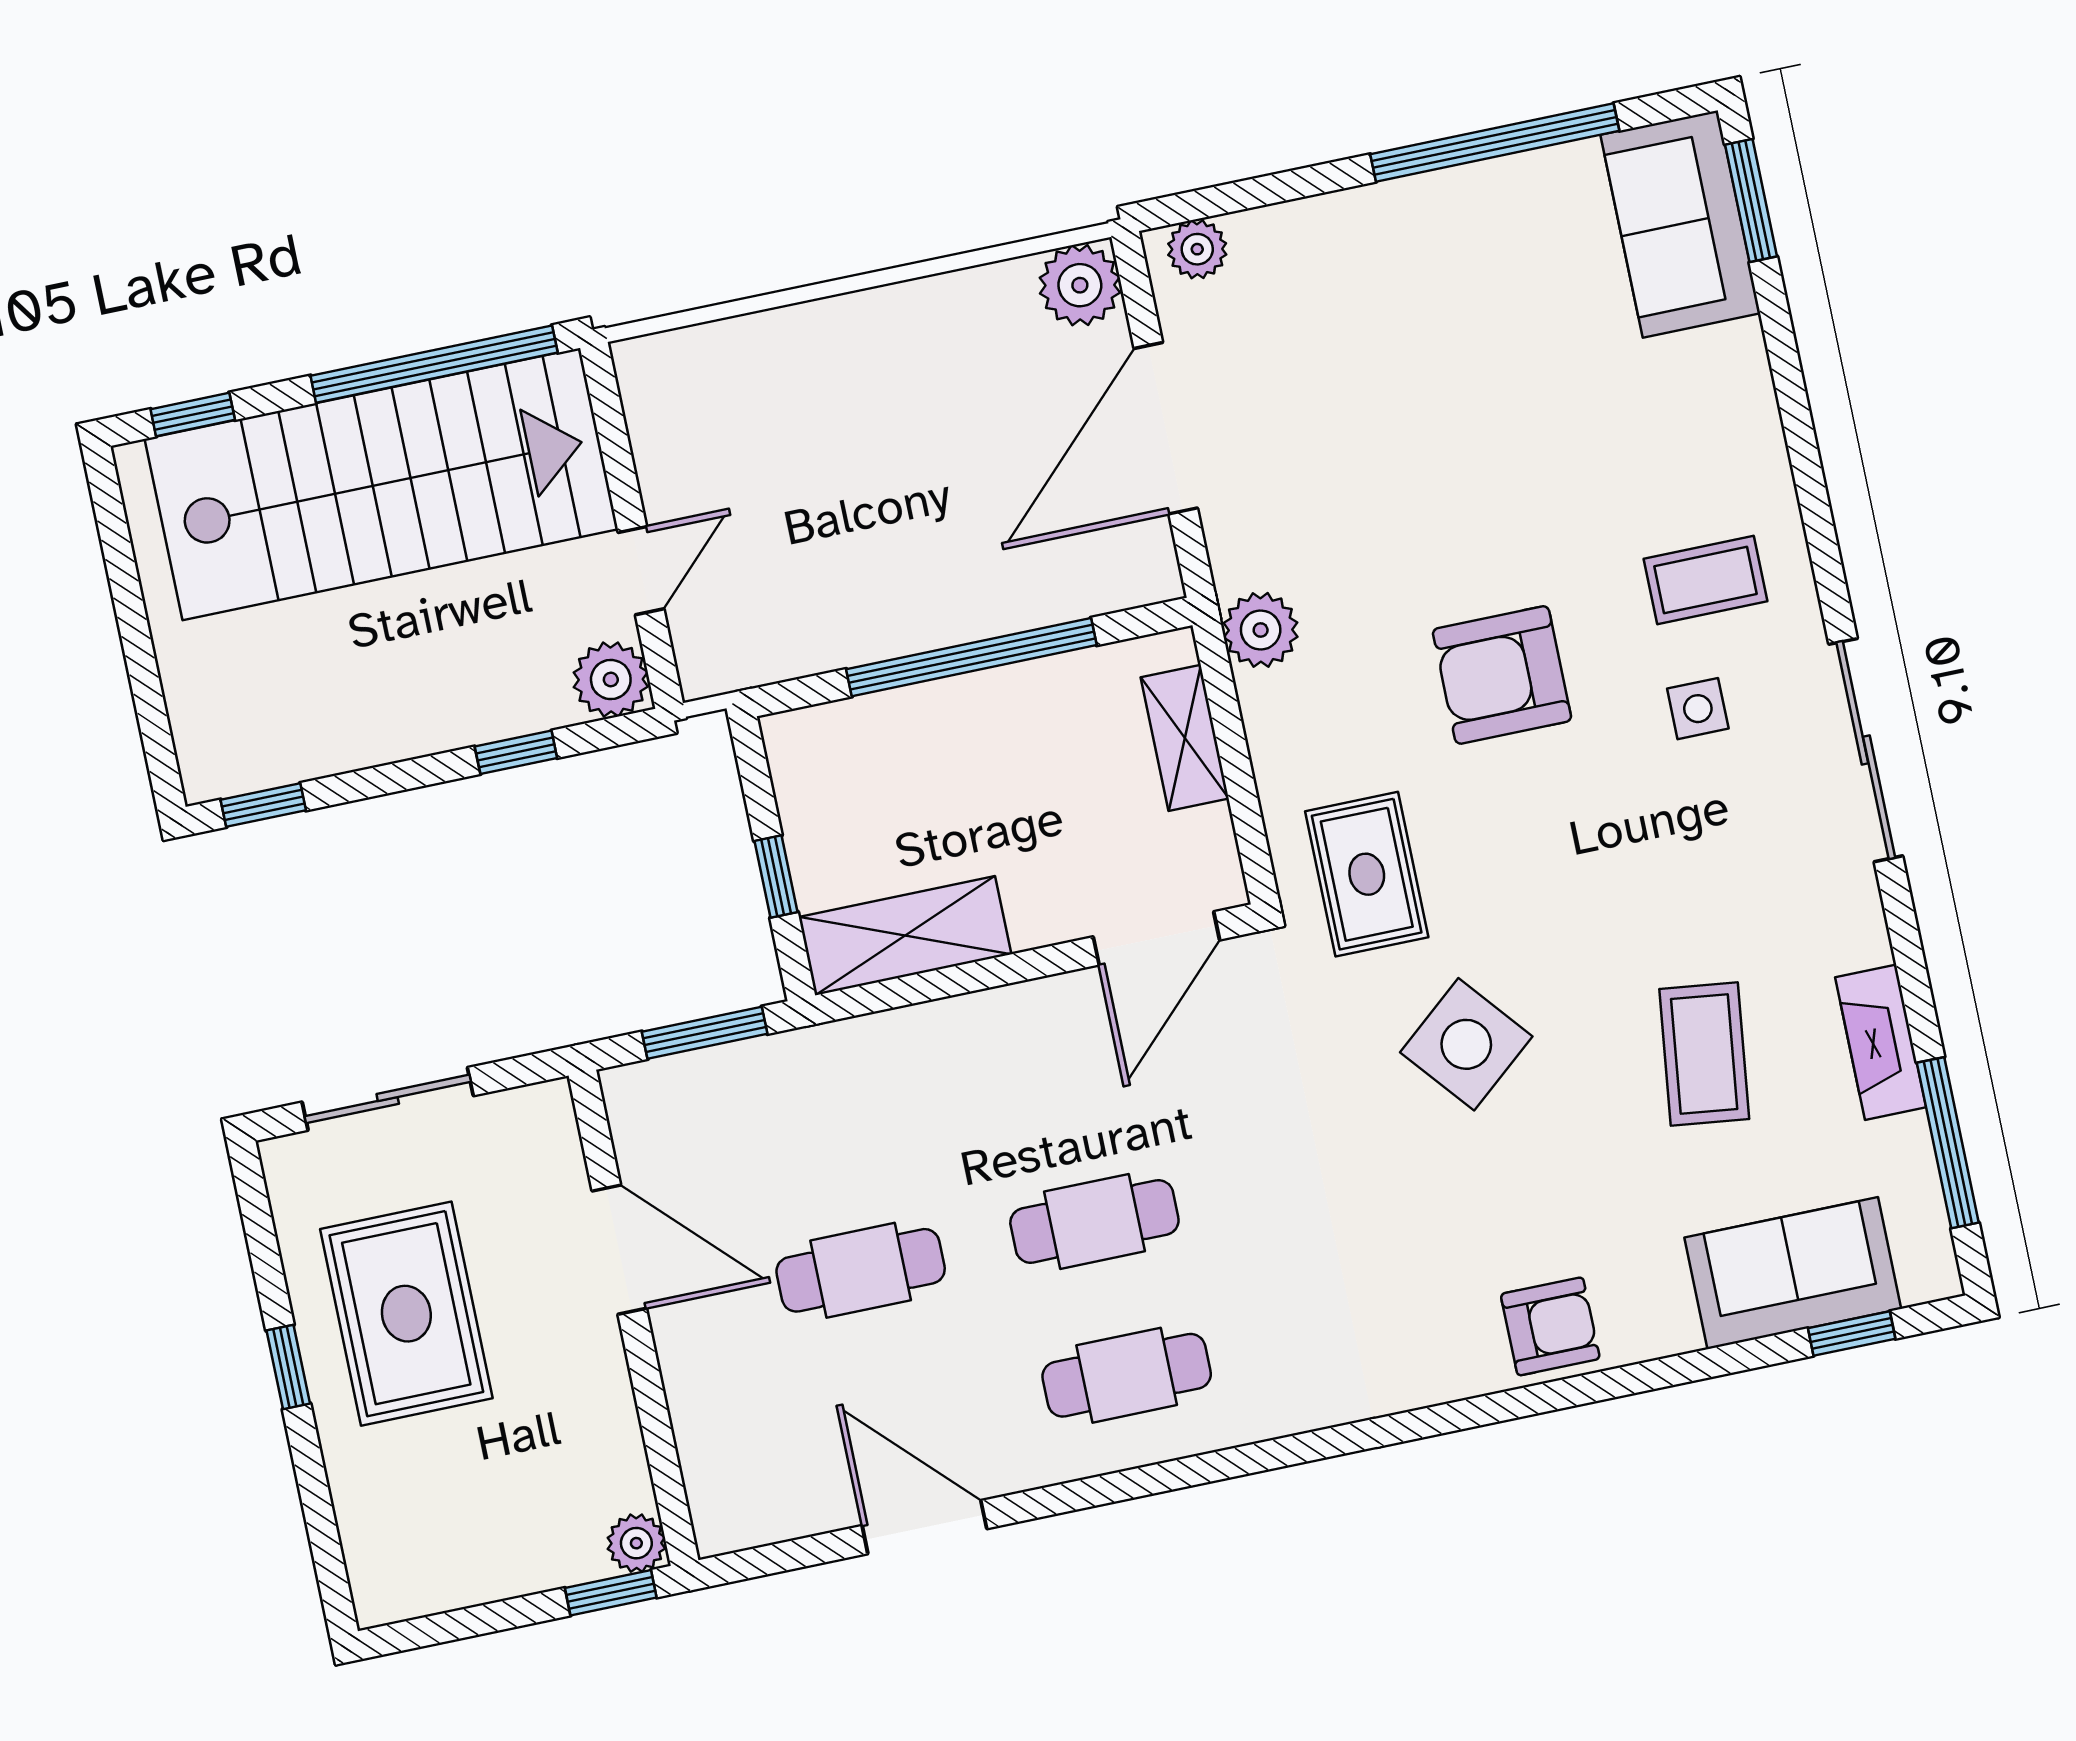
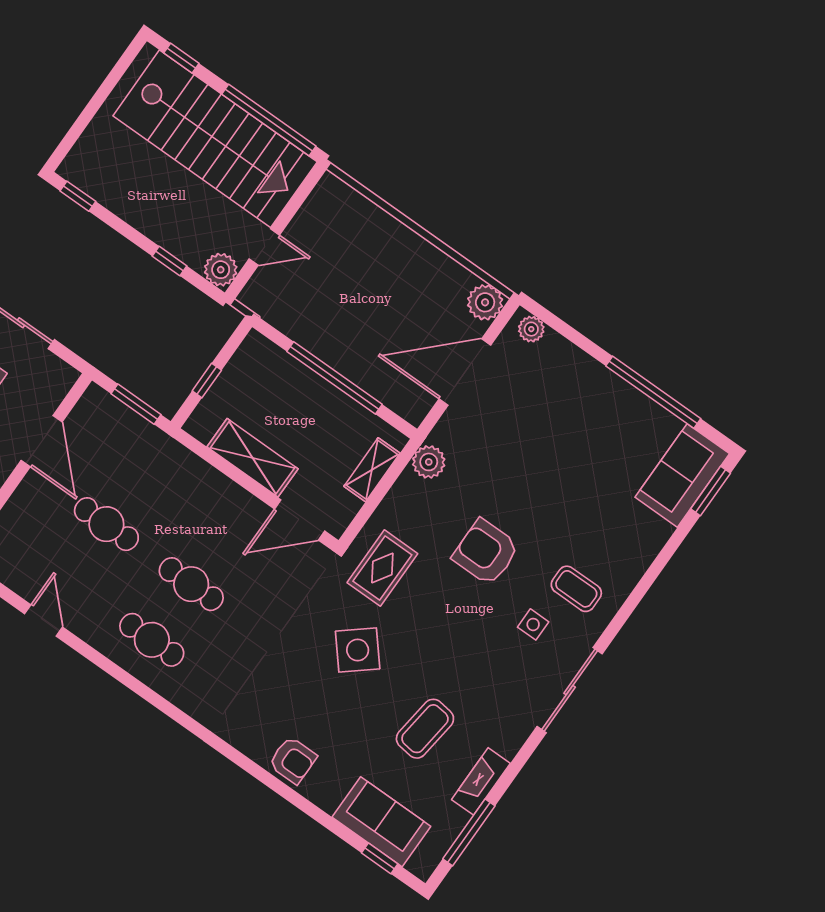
shelving: (905, 936) -> (253, 458), moved
door: (924, 1527) -> (44, 620), width x0.73

